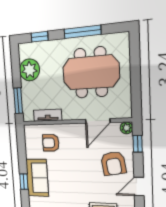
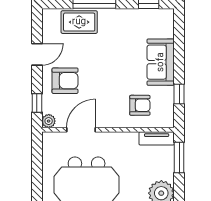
tv unit: (48, 115) -> (157, 138), moved
armchair: (113, 163) -> (65, 81), turned 99
window: (24, 182) -> (179, 94), moved

